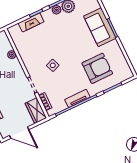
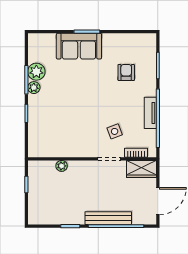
fireplace: (31, 22) -> (34, 125), removed
side table: (53, 65) -> (115, 131), moved
armchair: (97, 68) -> (126, 72), width x0.53, depth x0.53

